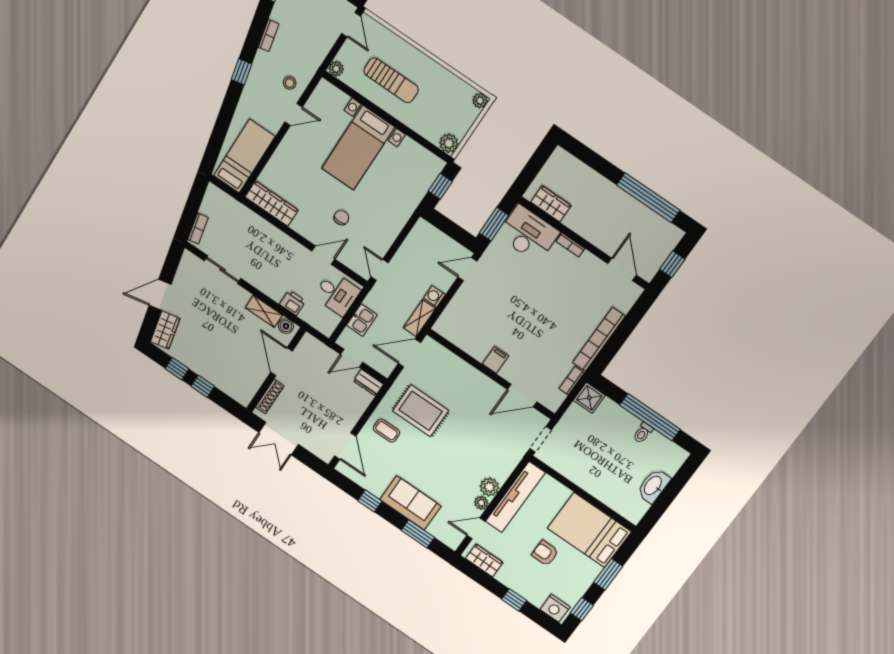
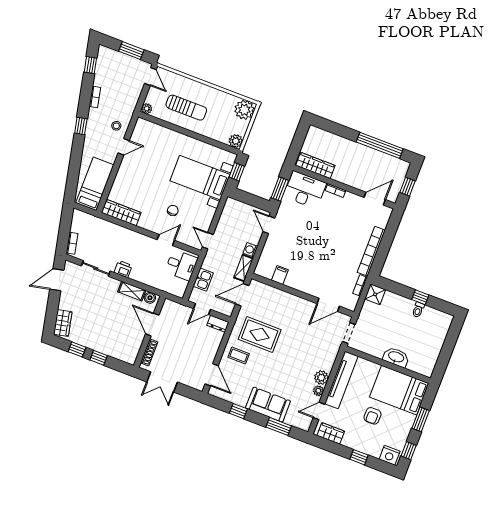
plant: (480, 101) -> (244, 110), width x1.87, depth x1.87
bed with nightstands: (358, 148) -> (200, 178), moved, turned 90
wardrobe: (551, 204) -> (315, 165), width x1.50
door: (467, 269) -> (269, 225), hinge flipped
door: (622, 269) -> (375, 199), hinge flipped
door: (160, 295) -> (57, 280), moved
printer: (293, 303) -> (123, 269), moved
filing cabinet: (495, 360) -> (280, 275), moved
window: (650, 417) -> (420, 297), width x0.32
washbasin: (653, 486) -> (396, 357), moved, turned 90
armchair: (545, 553) -> (373, 416), turned -90

